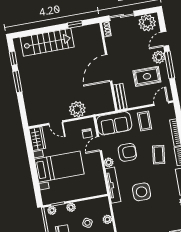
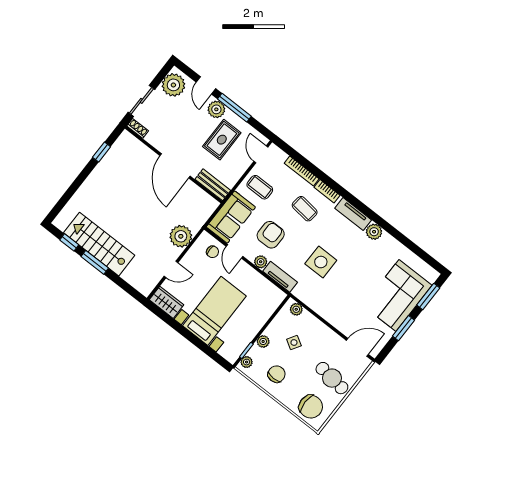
stairs: (47, 42) -> (99, 244), moved, turned -90
tv unit: (113, 185) -> (280, 277), width x0.71
plant: (107, 219) -> (296, 309), moved

